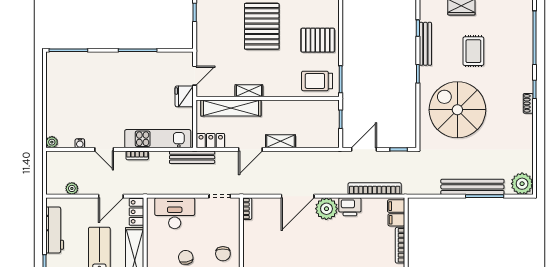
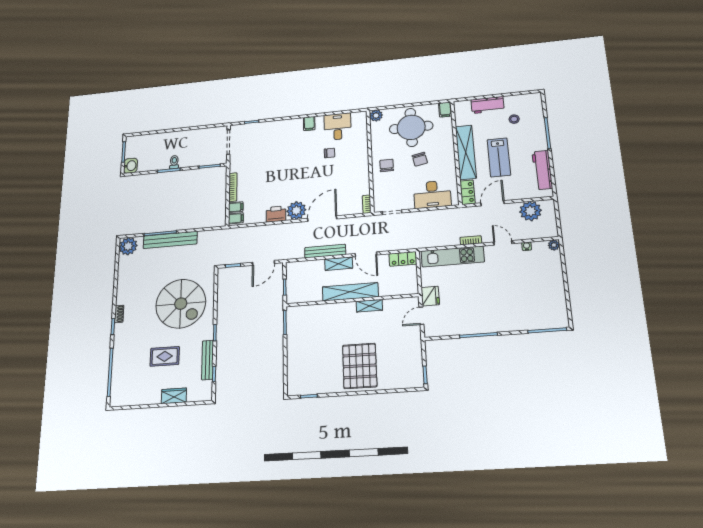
pallet: (318, 40) -> (306, 357), removed
rug: (473, 51) -> (165, 356), turned 90
trolley: (317, 81) -> (306, 319), removed
shelving: (231, 108) -> (350, 292), moved
door: (250, 149) -> (366, 254), swing flipped
bench: (192, 157) -> (325, 251), moved
plant: (72, 188) -> (531, 211), width x1.87, depth x1.87
bookcase: (375, 189) -> (254, 231), removed

